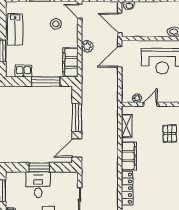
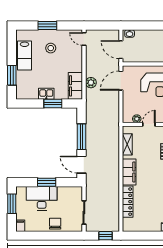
stool: (56, 24) -> (51, 48), moved
plant: (87, 46) -> (91, 83), moved
kitchen sink: (23, 71) -> (46, 94), moved
window: (46, 81) -> (53, 103), width x0.69
door: (77, 148) -> (81, 165), hinge flipped
desk: (38, 185) -> (42, 198), width x1.37

